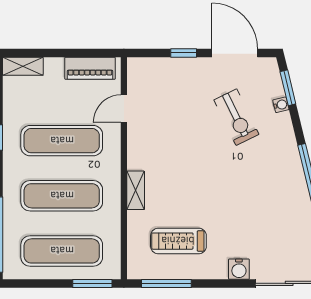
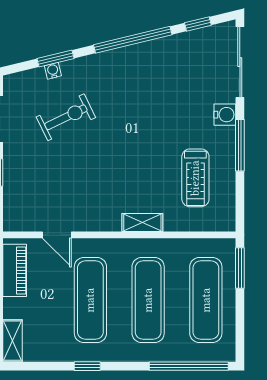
window: (288, 88) -> (56, 58), moved
window: (166, 283) -> (240, 145), moved

